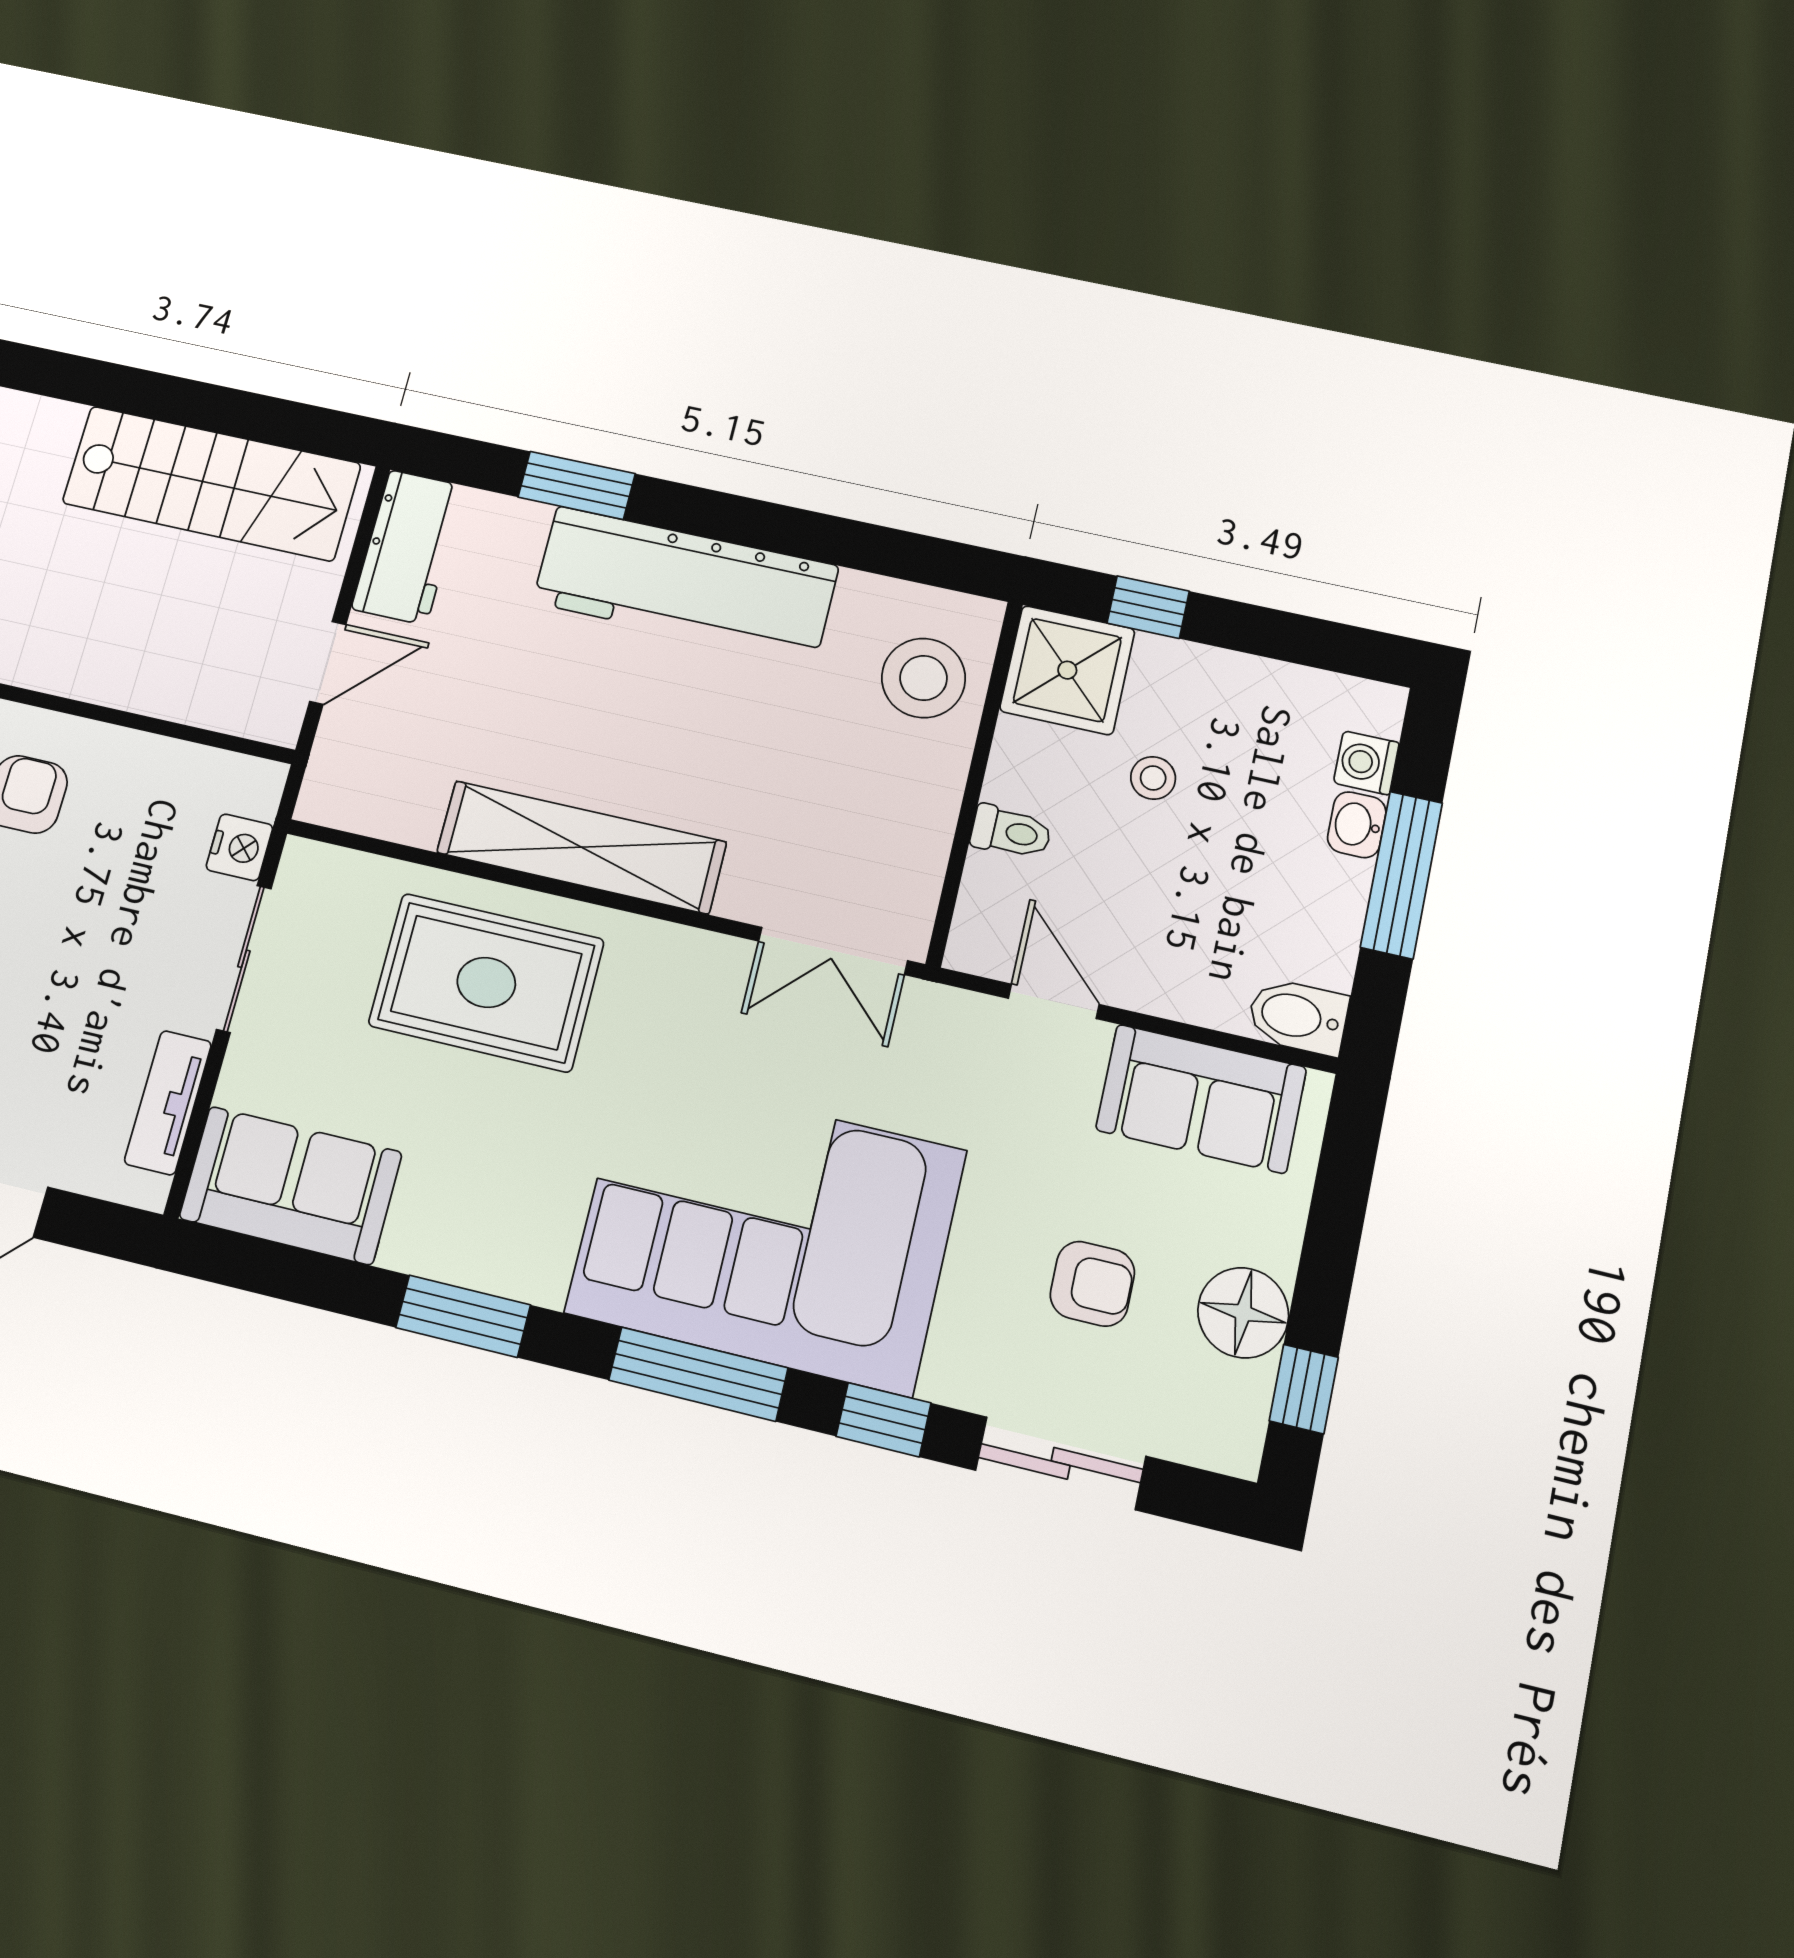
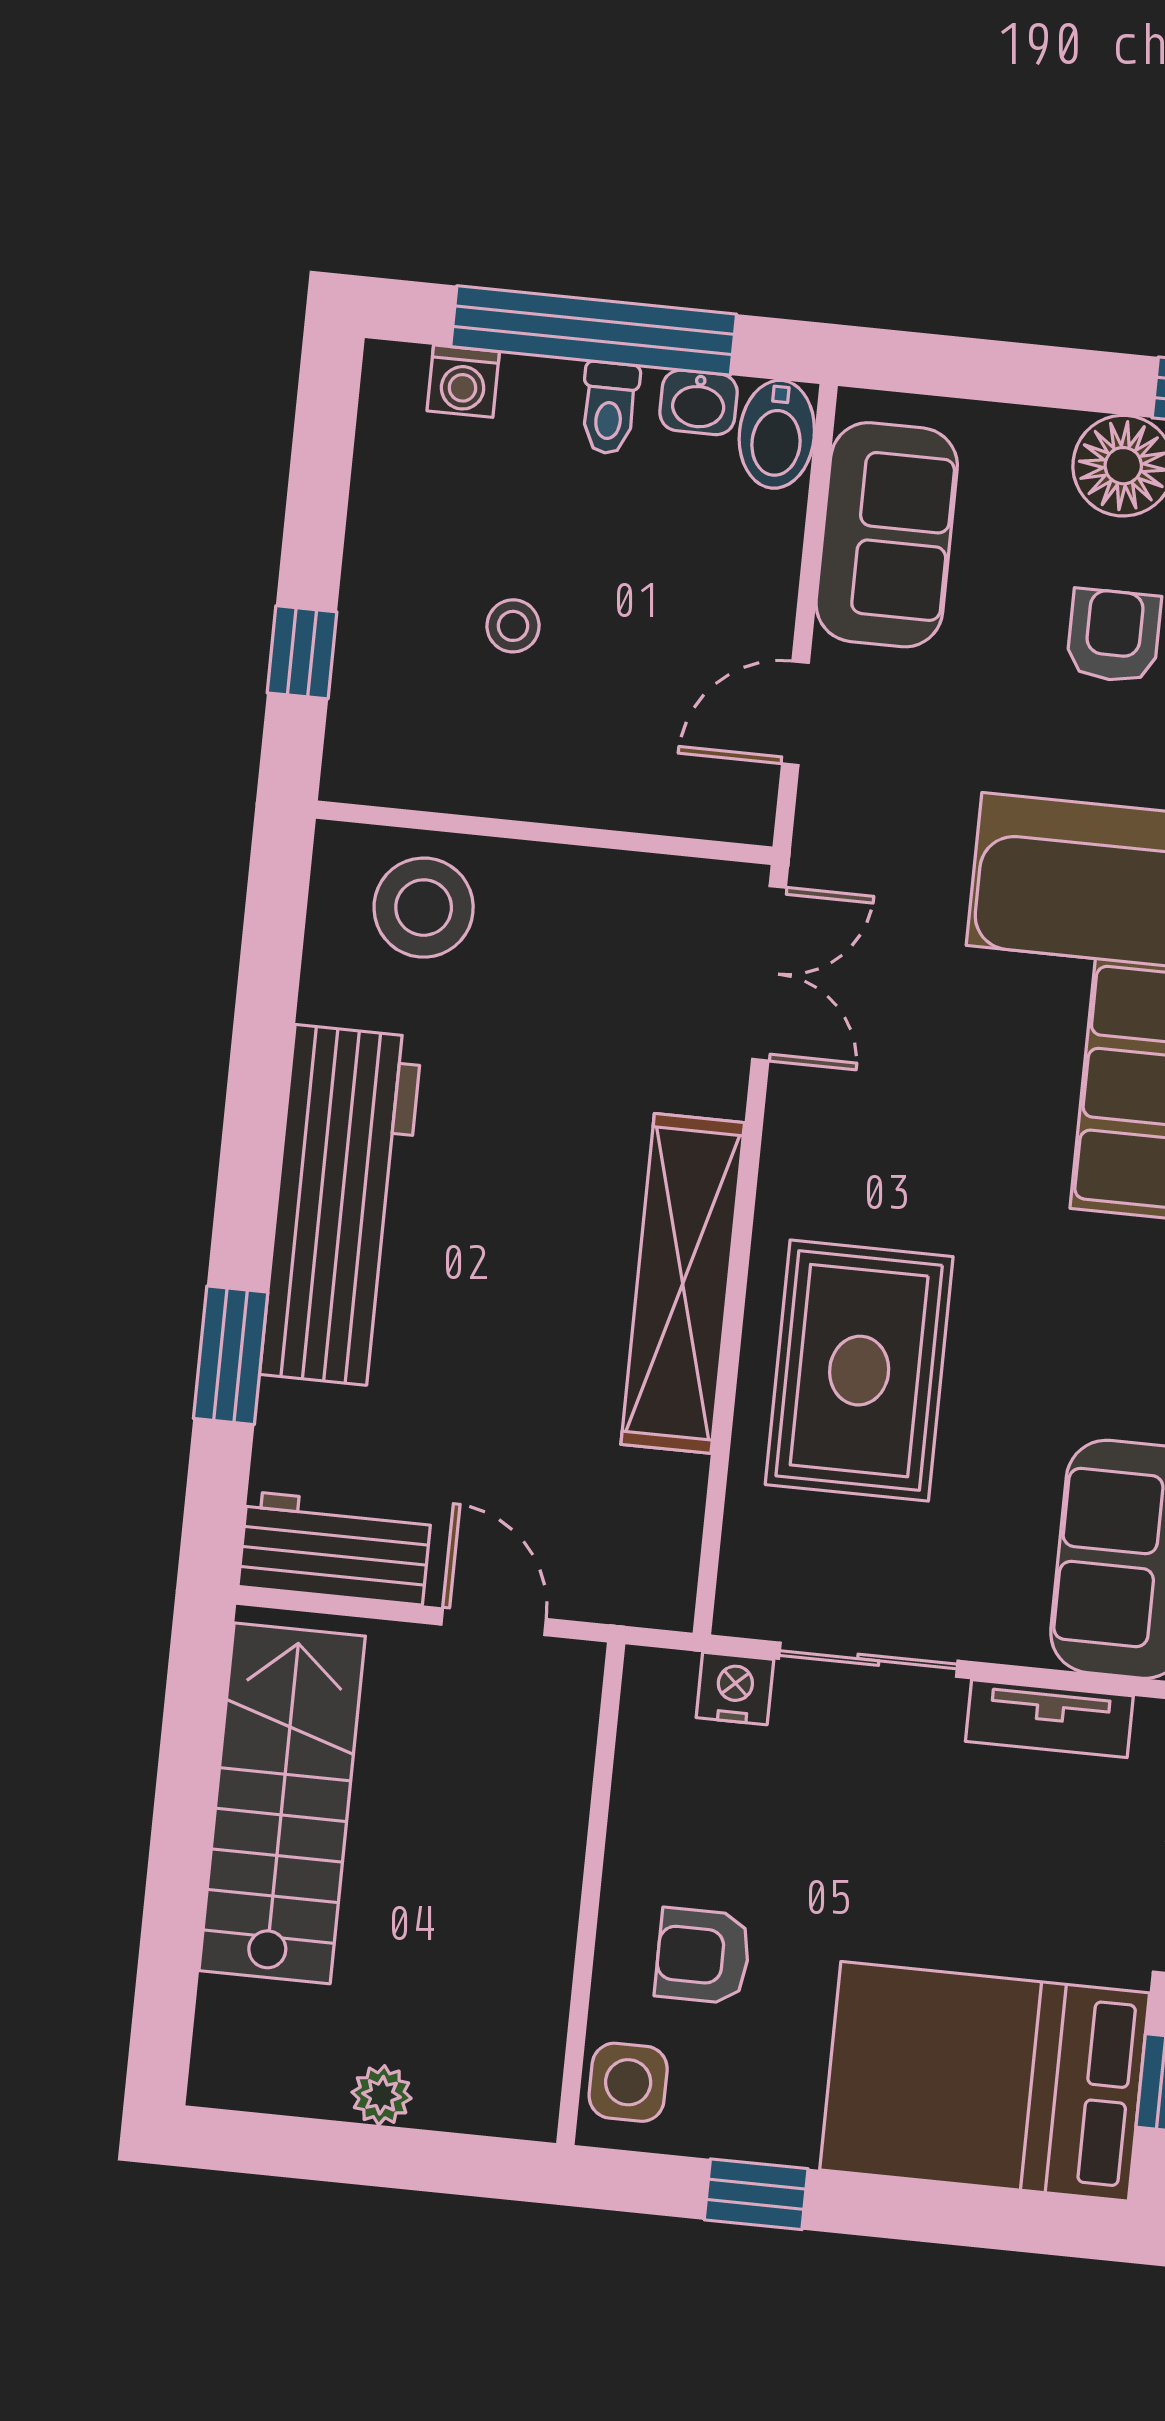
shower: (1067, 670) -> (393, 739), removed
washbasin: (1357, 825) -> (699, 402), moved
toilet: (1011, 832) -> (609, 408), moved, turned 180
window: (1401, 875) -> (594, 330), width x1.46

